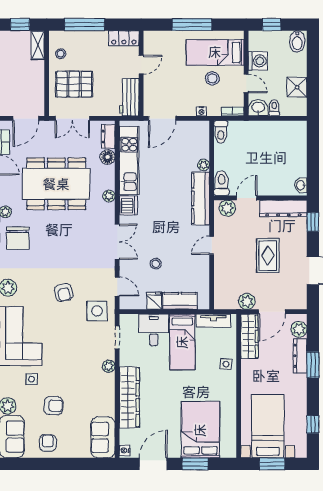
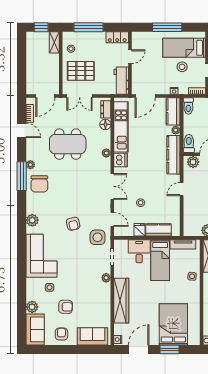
kitchen counter: (200, 139) -> (173, 111), added
dining table: (56, 184) -> (68, 144), width x0.73, depth x0.80
sofa: (103, 437) -> (92, 336), moved, turned 90

